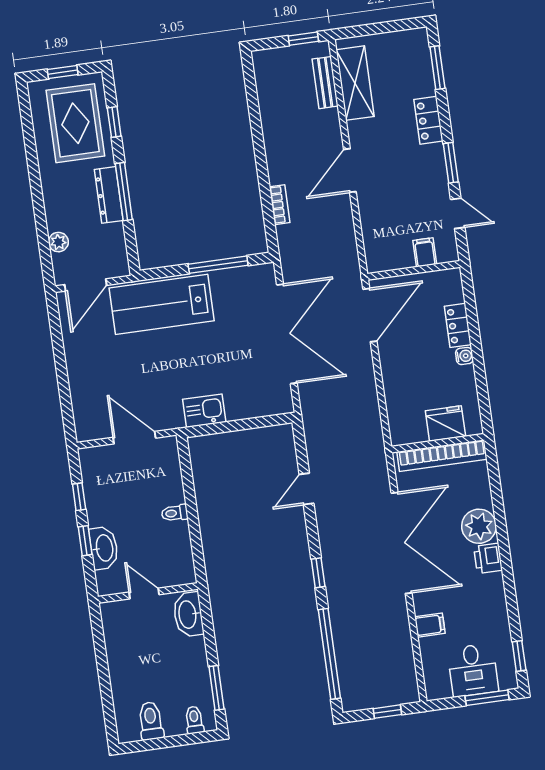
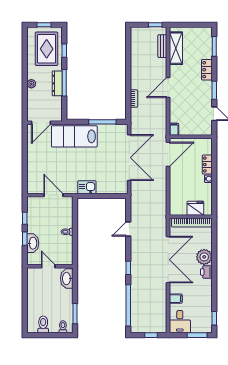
plant: (58, 242) -> (31, 84), moved
filing cabinet: (425, 252) -> (174, 129), moved
desk: (473, 670) -> (180, 322), moved

